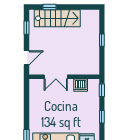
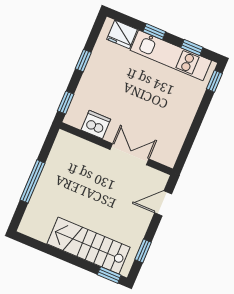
window: (49, 7) -> (109, 275), moved
window: (102, 40) -> (33, 181), width x2.17

